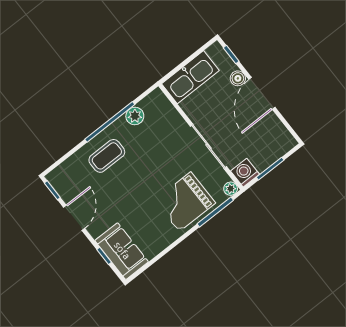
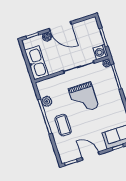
grand piano: (185, 202) -> (84, 98), moved

